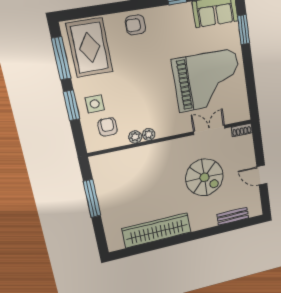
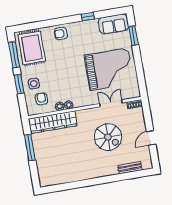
door: (262, 175) -> (151, 138), hinge flipped
wardrobe: (157, 230) -> (53, 122), moved, turned 180

